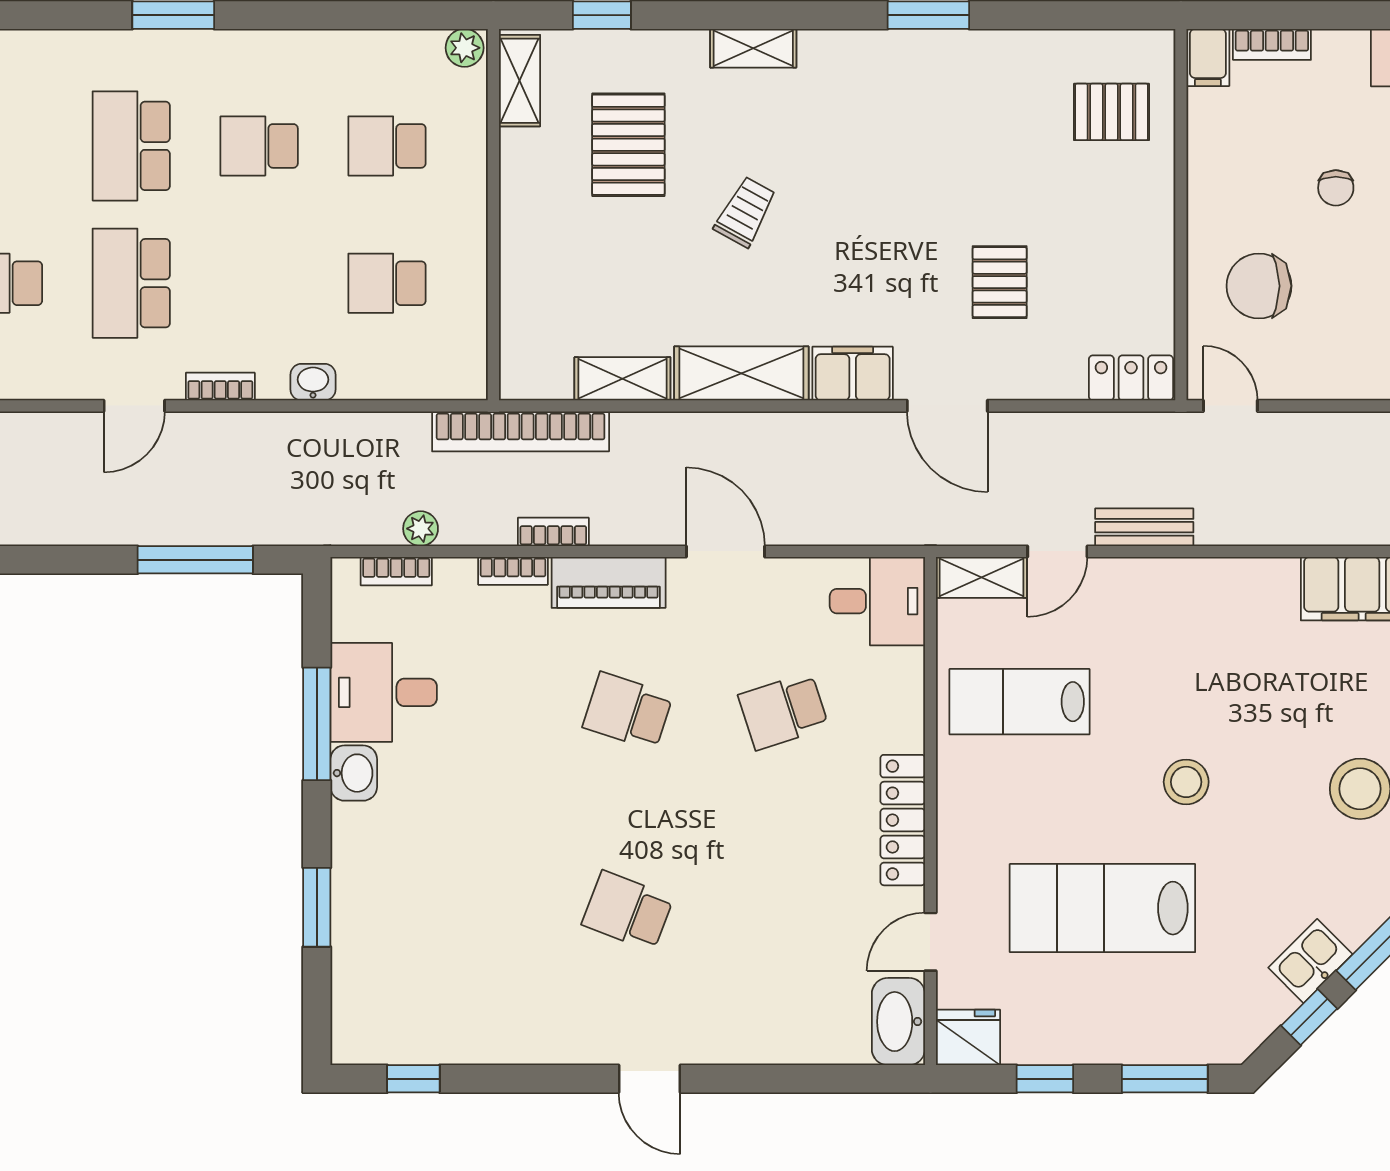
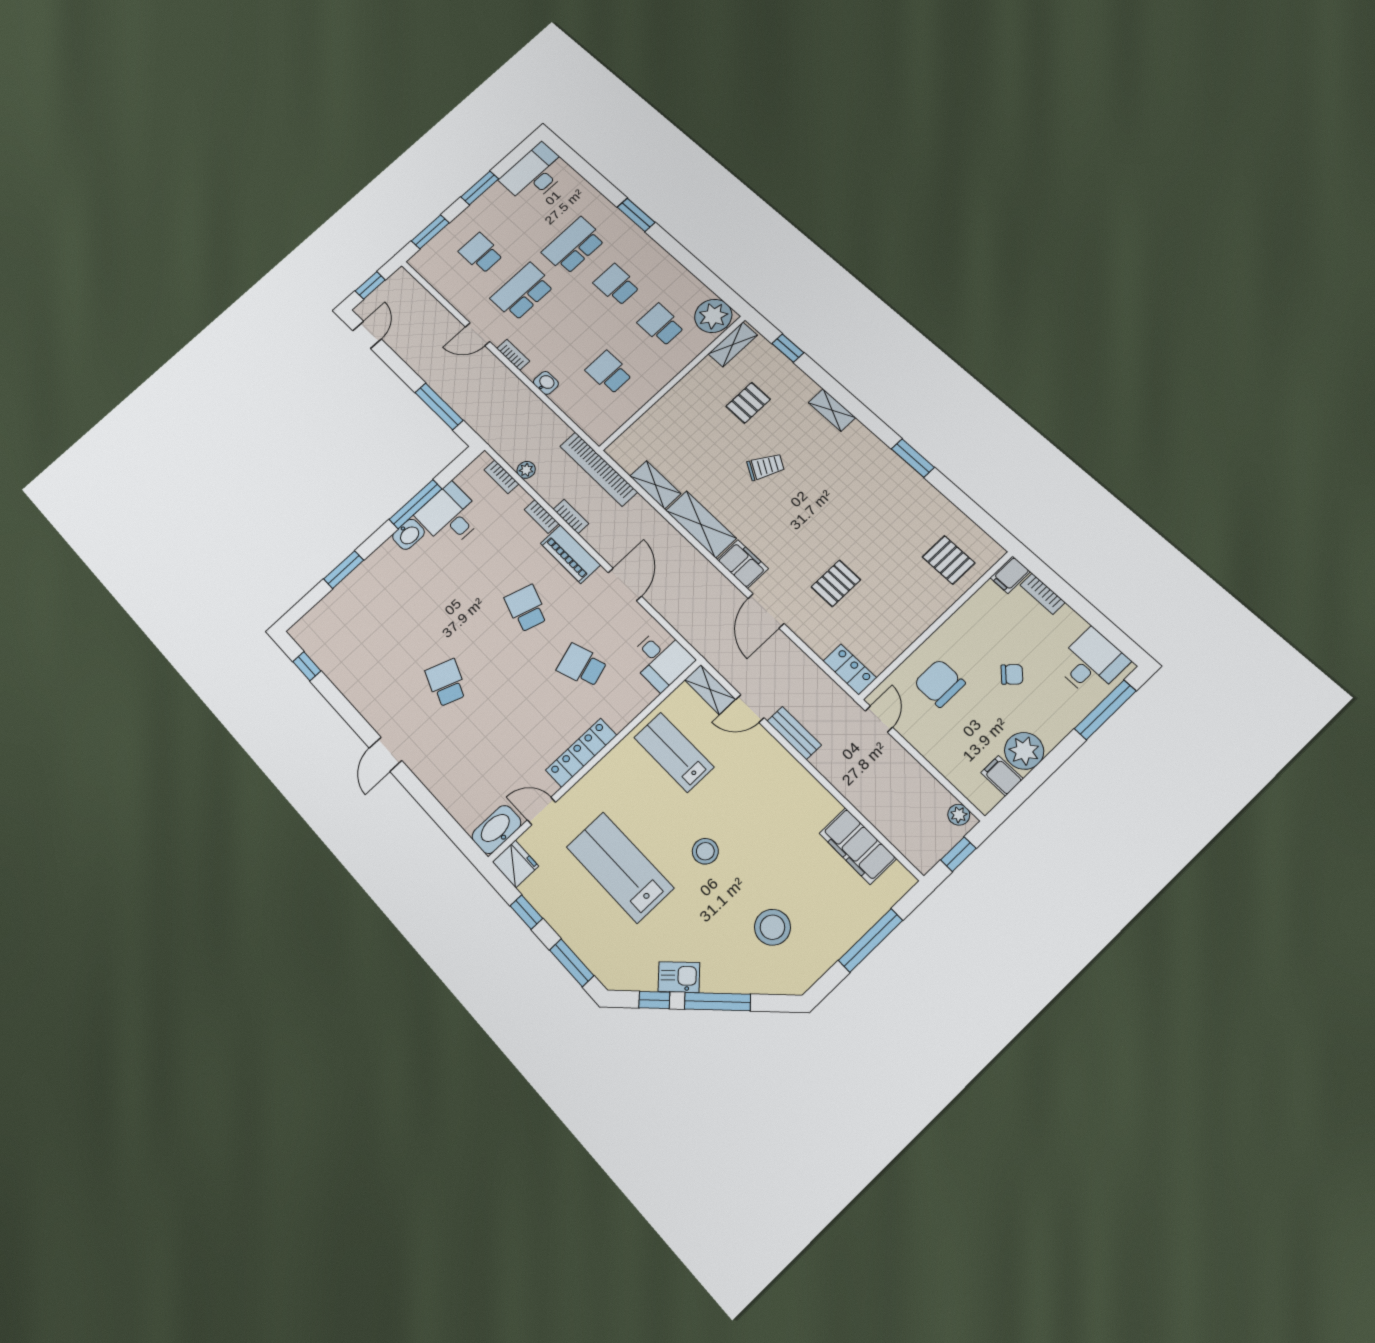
plant: (465, 48) -> (713, 316), width x1.88, depth x1.88
pallet: (628, 145) -> (748, 403), width x0.67, depth x0.71
chair: (1336, 188) -> (1012, 674), turned -136

